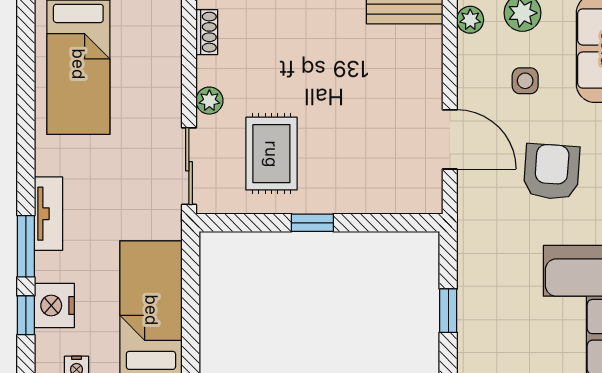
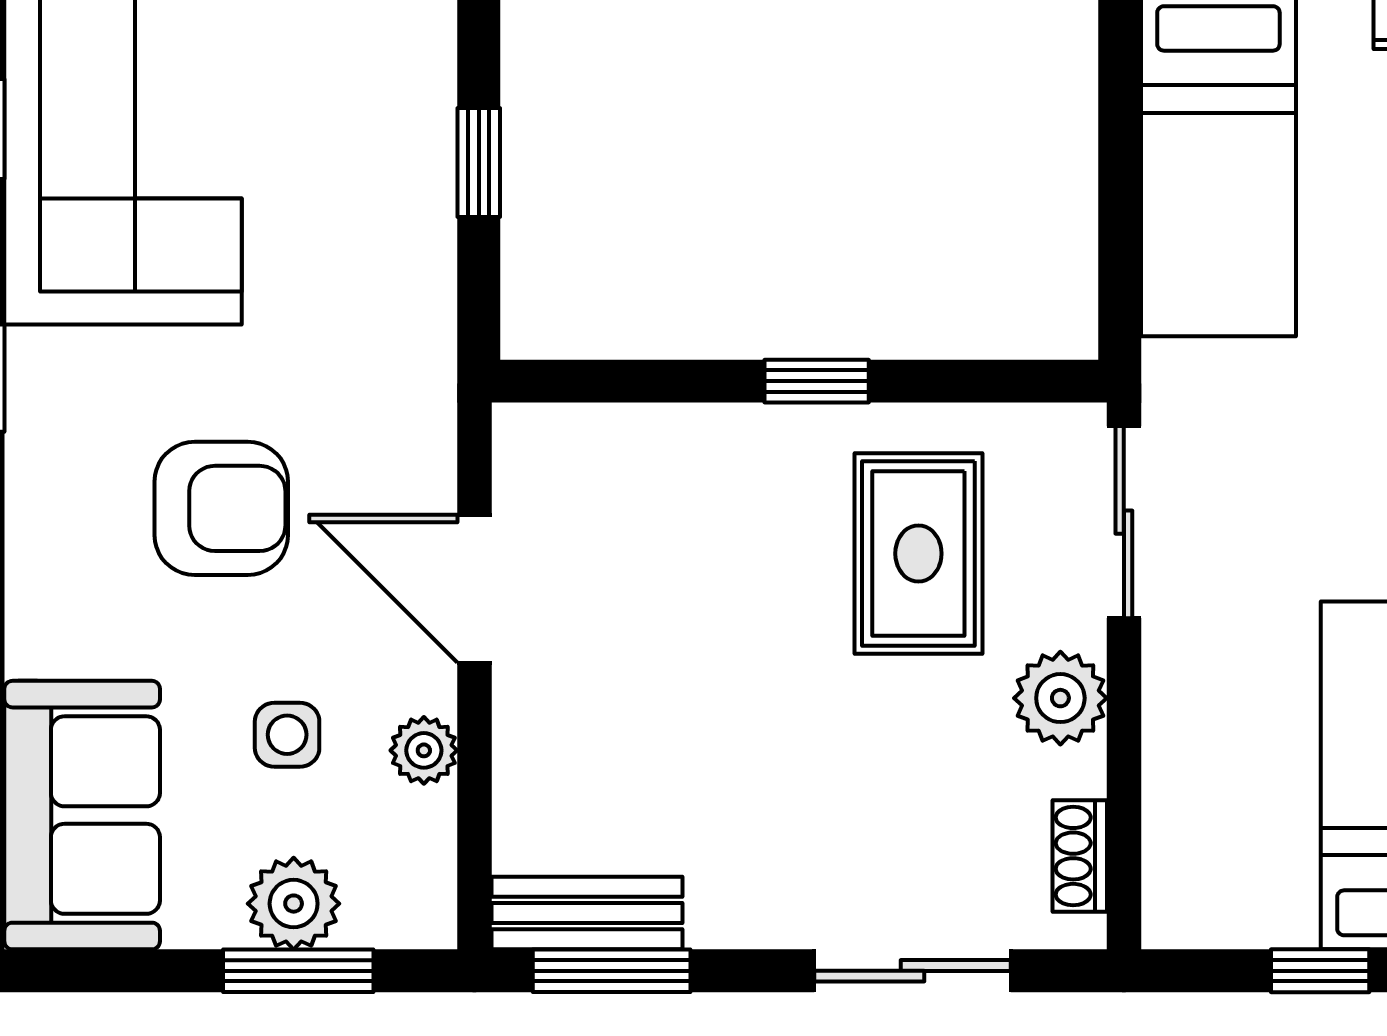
plant: (470, 20) -> (424, 750), moved
plant: (209, 101) -> (1060, 698), width x1.38, depth x1.38
armchair: (552, 172) -> (221, 508), turned -94

